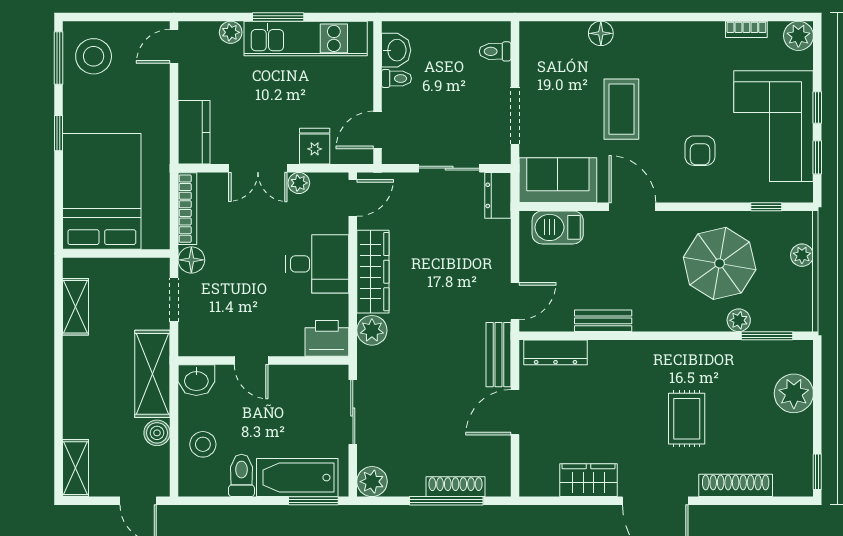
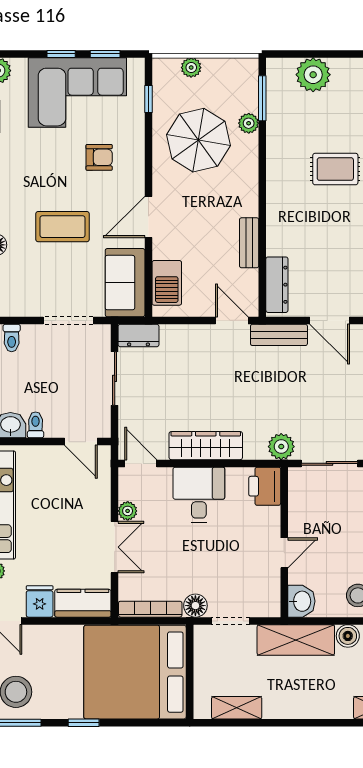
fridge: (315, 146) -> (40, 601), moved, turned 90
bed: (102, 191) -> (135, 672), width x1.36
plant: (372, 330) -> (281, 447), moved

